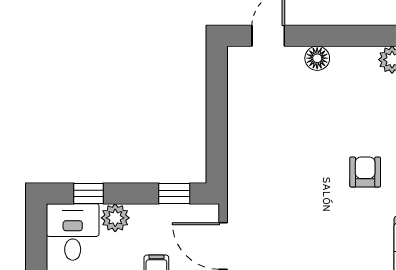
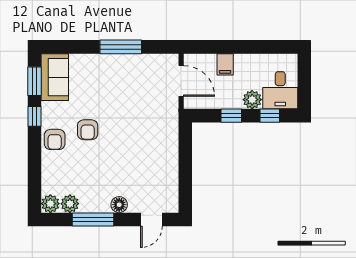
window: (357, 36) -> (93, 219), added
window: (174, 193) -> (231, 116), moved

